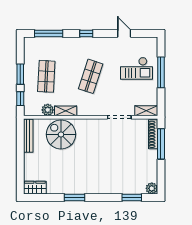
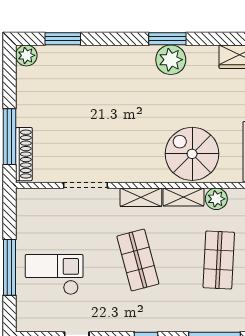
shop shelf: (91, 76) -> (138, 260), turned -33
shelving: (146, 111) -> (141, 197), moved
spiral stairs: (61, 134) -> (192, 154), turned 180
plant: (73, 186) -> (171, 60), added

